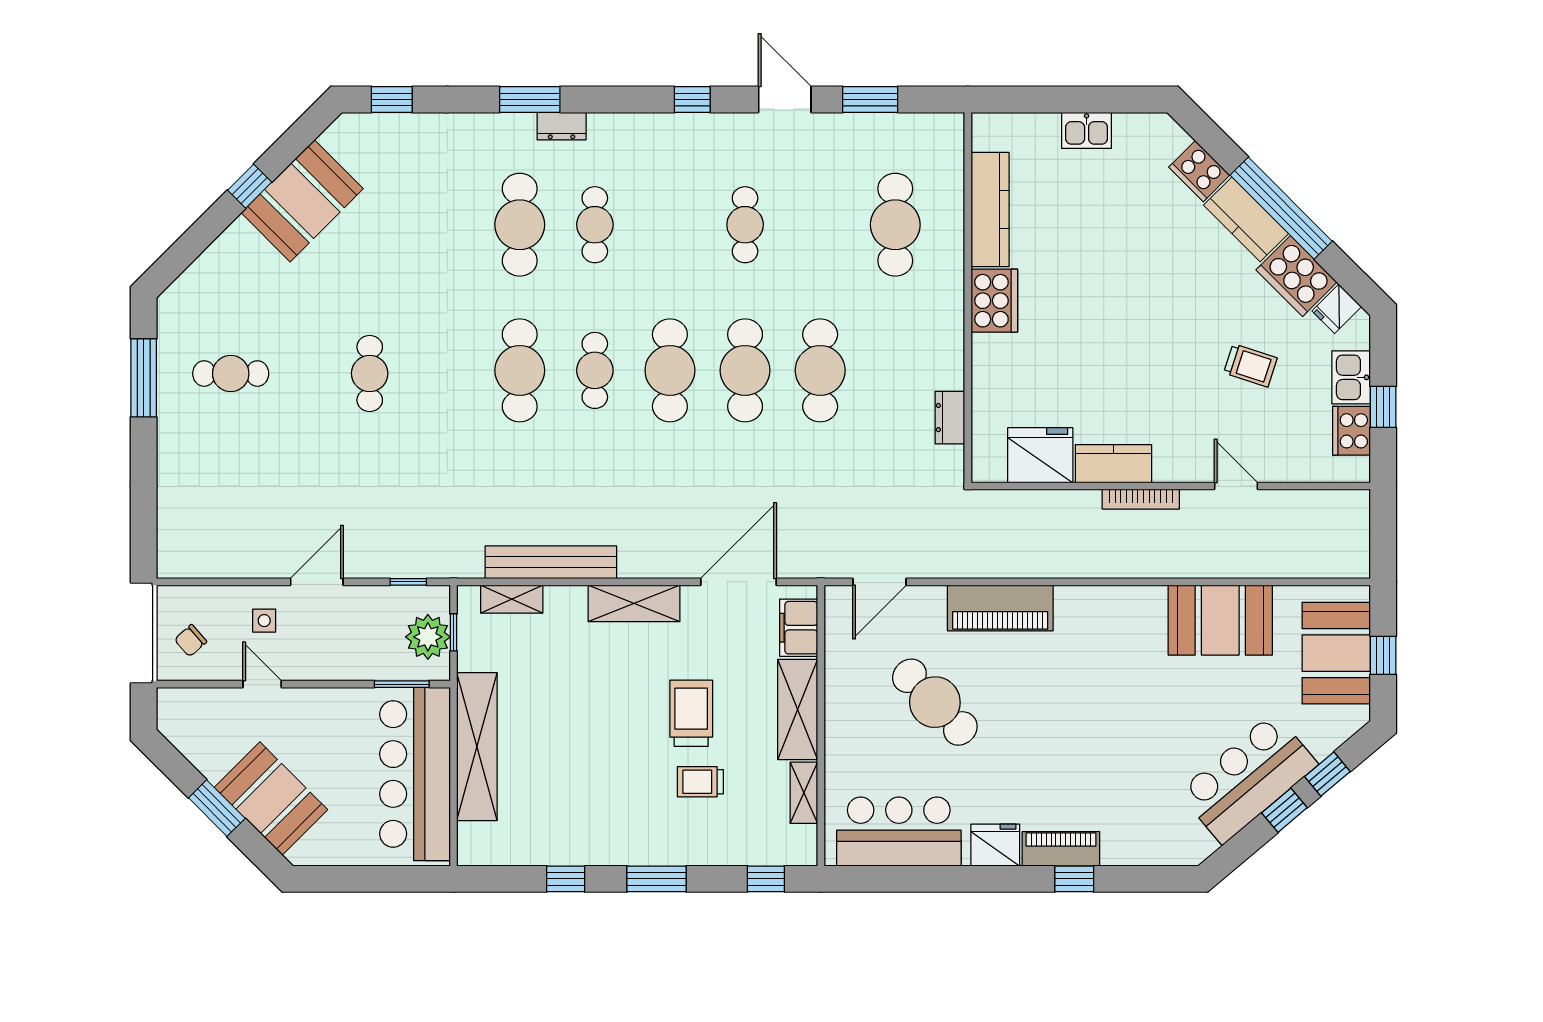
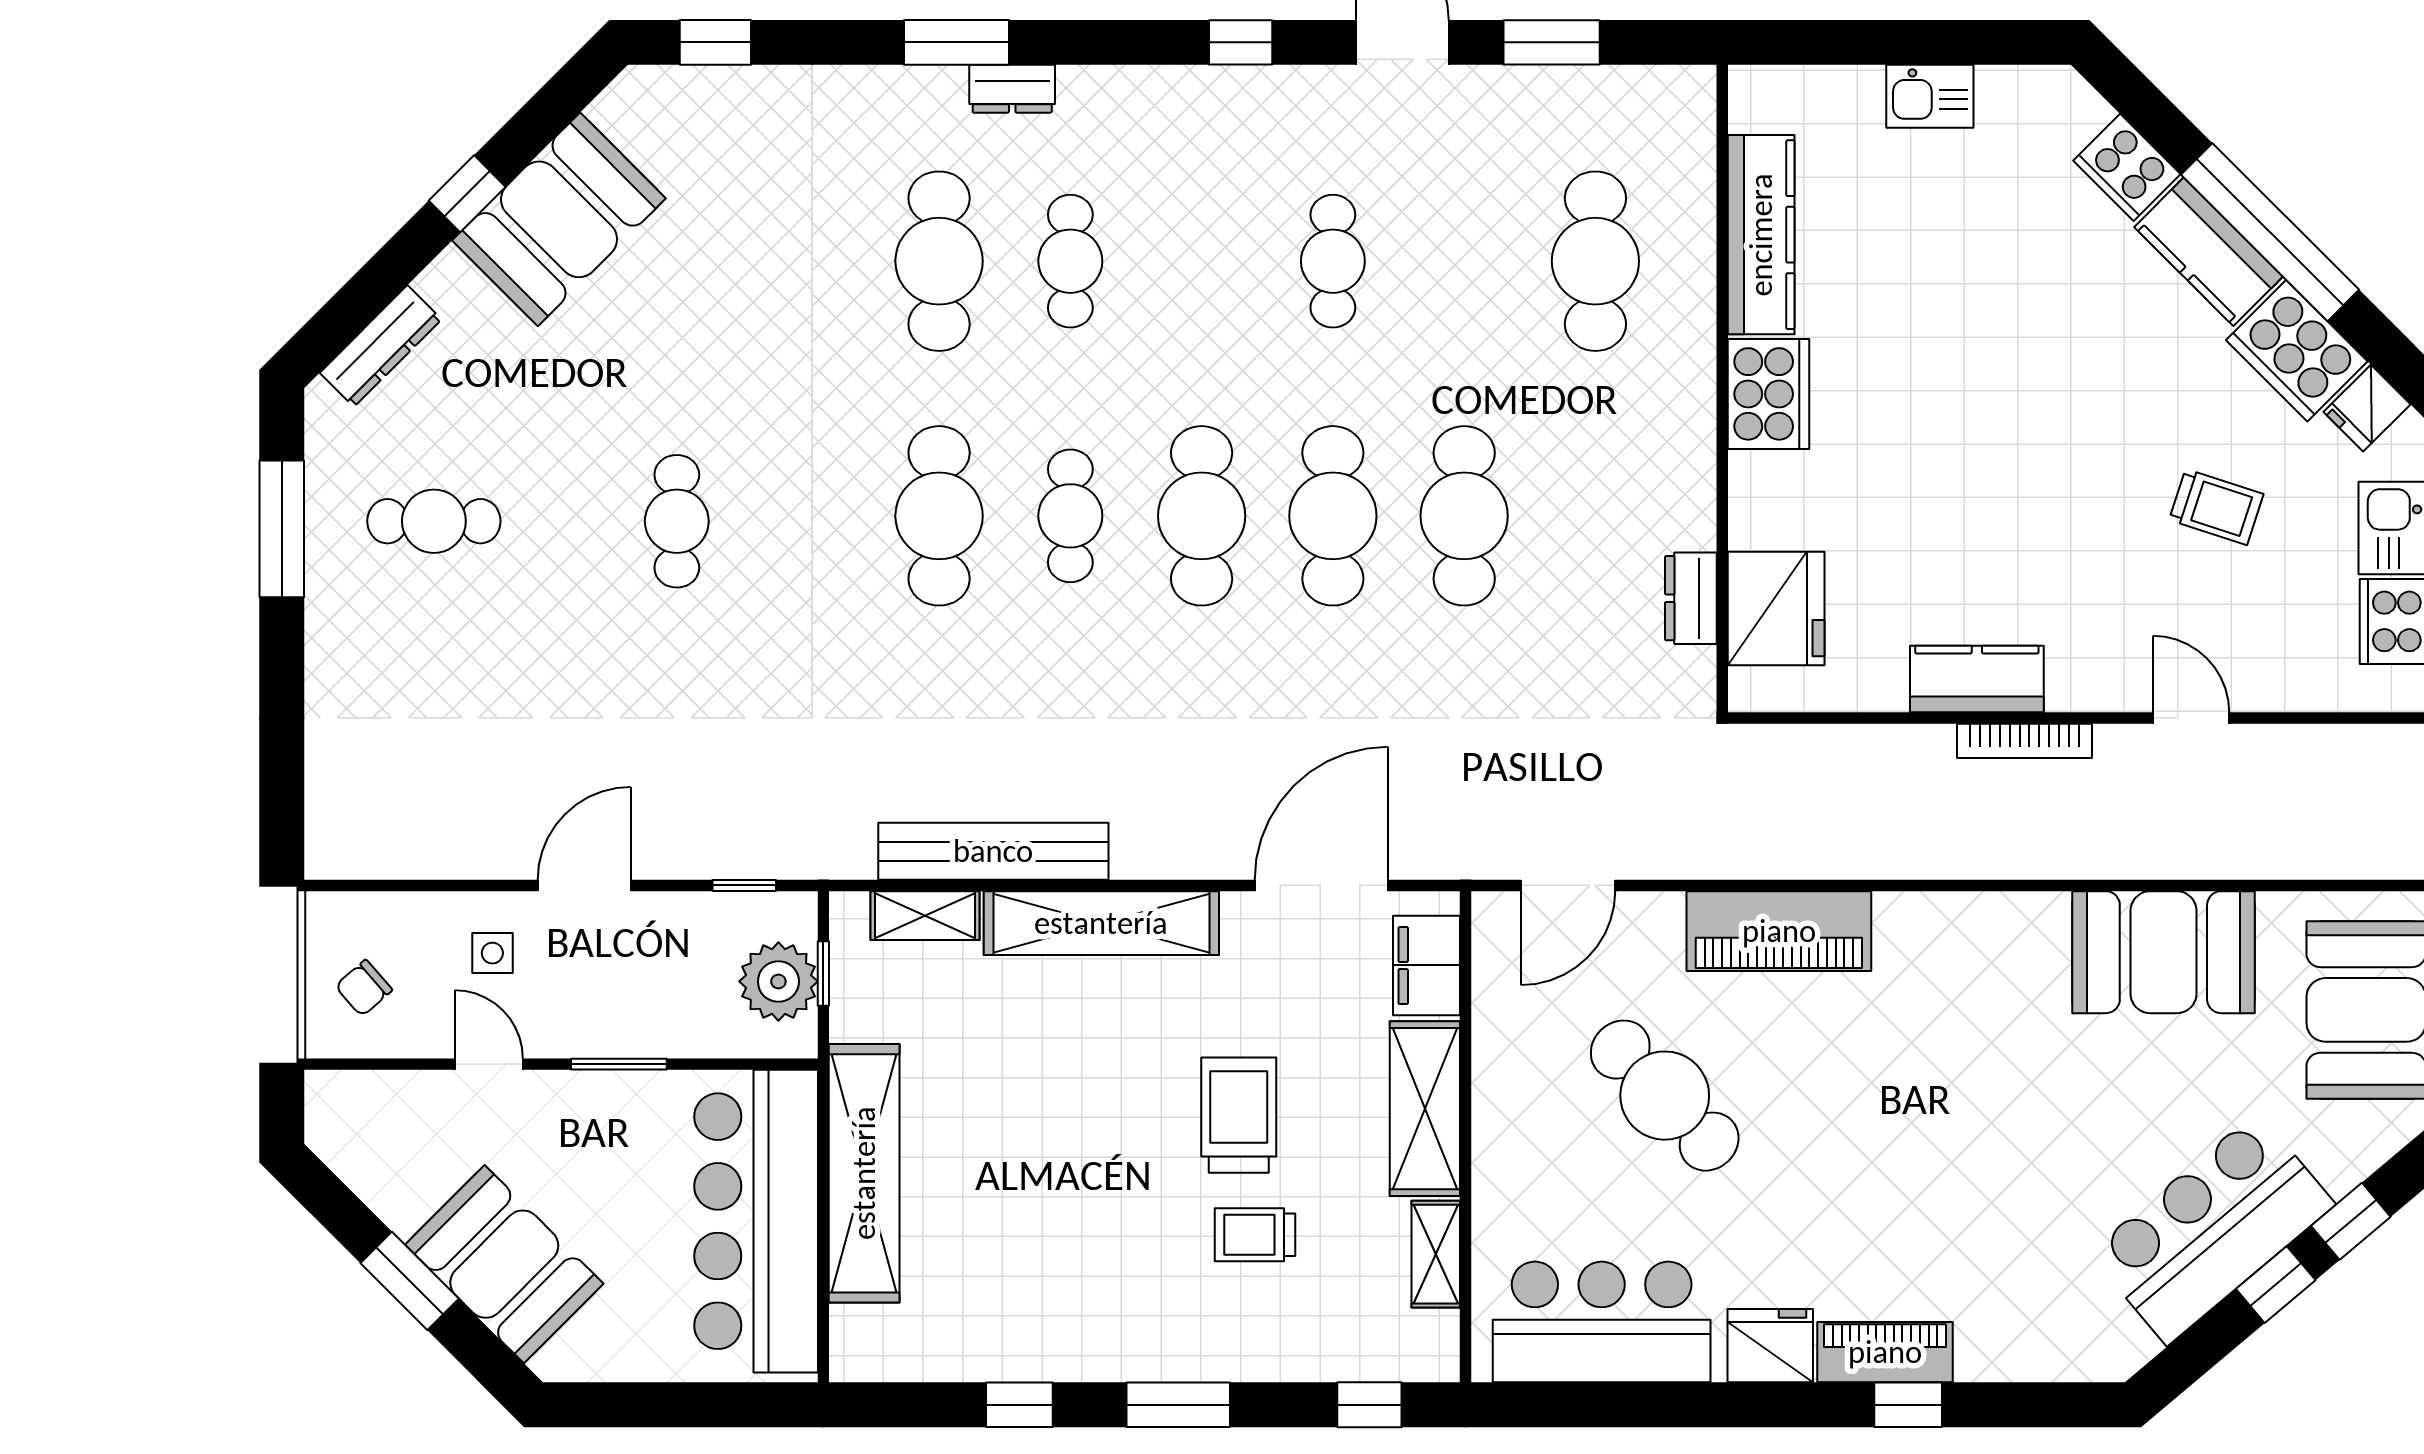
dresser: (200, 273) -> (381, 346), added
fridge: (1040, 455) -> (1776, 609), moved, turned 90
shelving: (634, 603) -> (1101, 923), width x1.47
window: (402, 684) -> (619, 1064), moved

